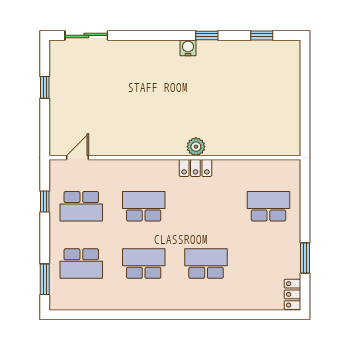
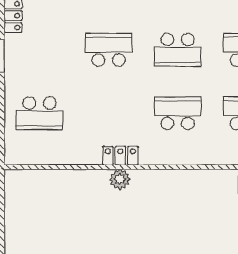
school desk: (144, 206) -> (178, 113), turned 180
school desk: (206, 264) -> (109, 50), turned 180

